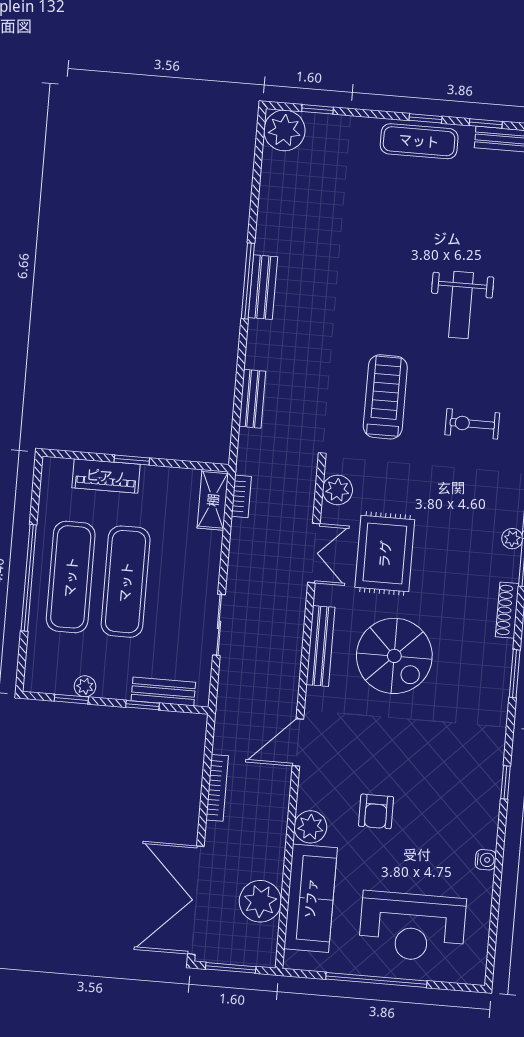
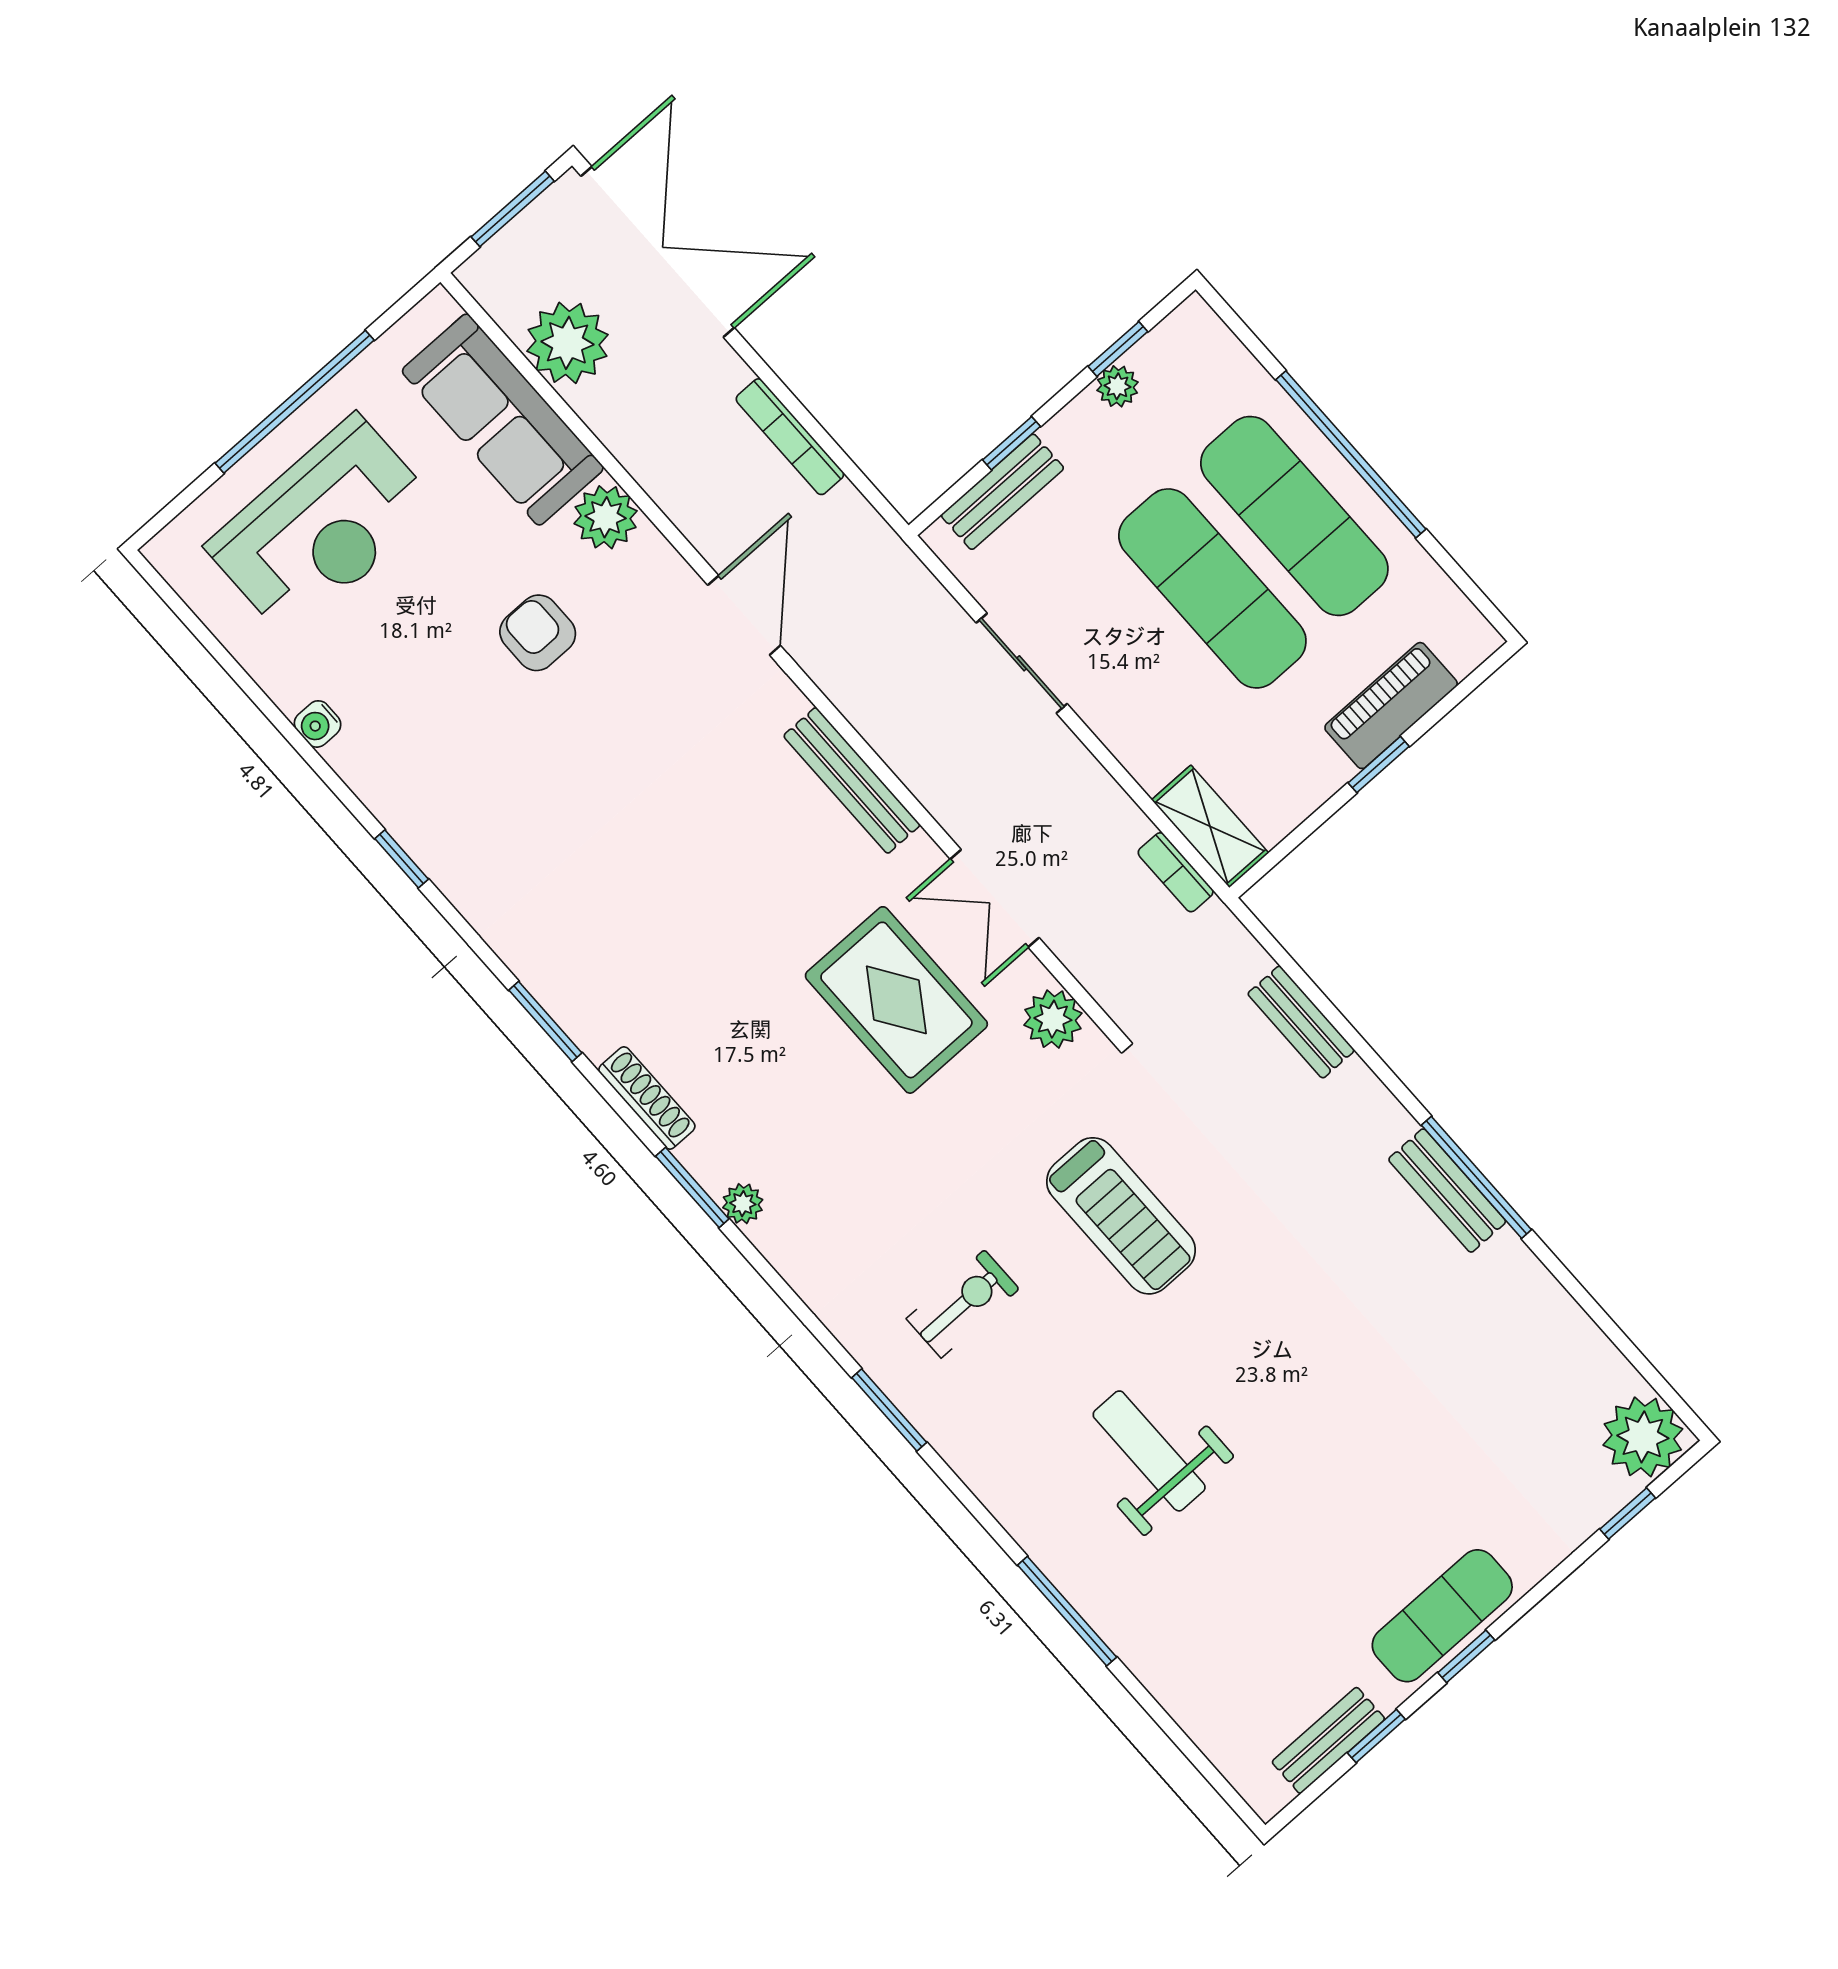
spiral stairs: (394, 656) -> (736, 873), removed
reception desk: (412, 927) -> (322, 526), turned 180

